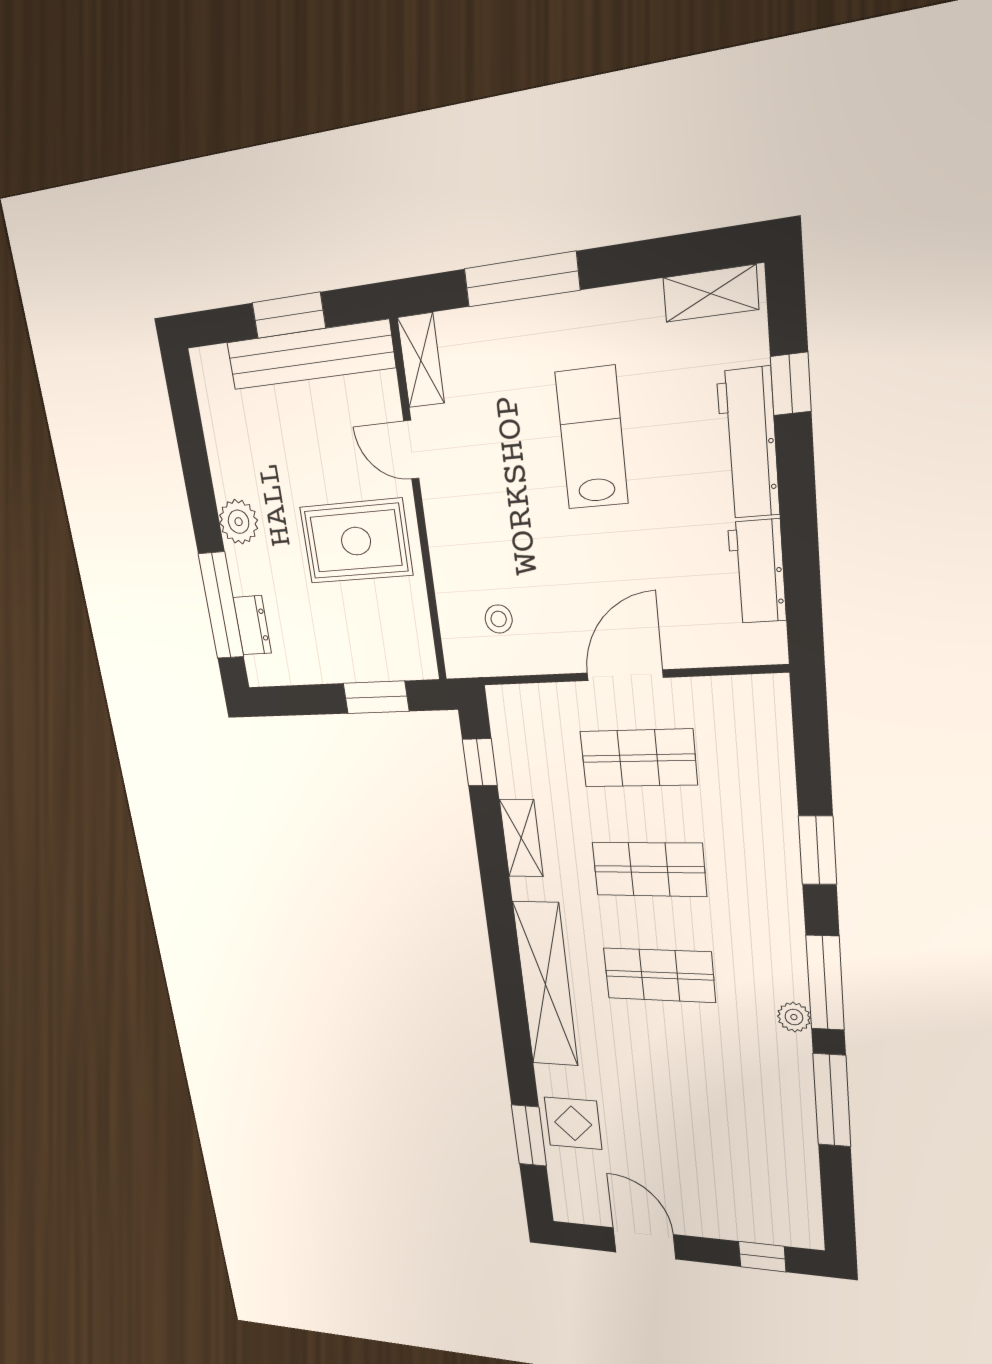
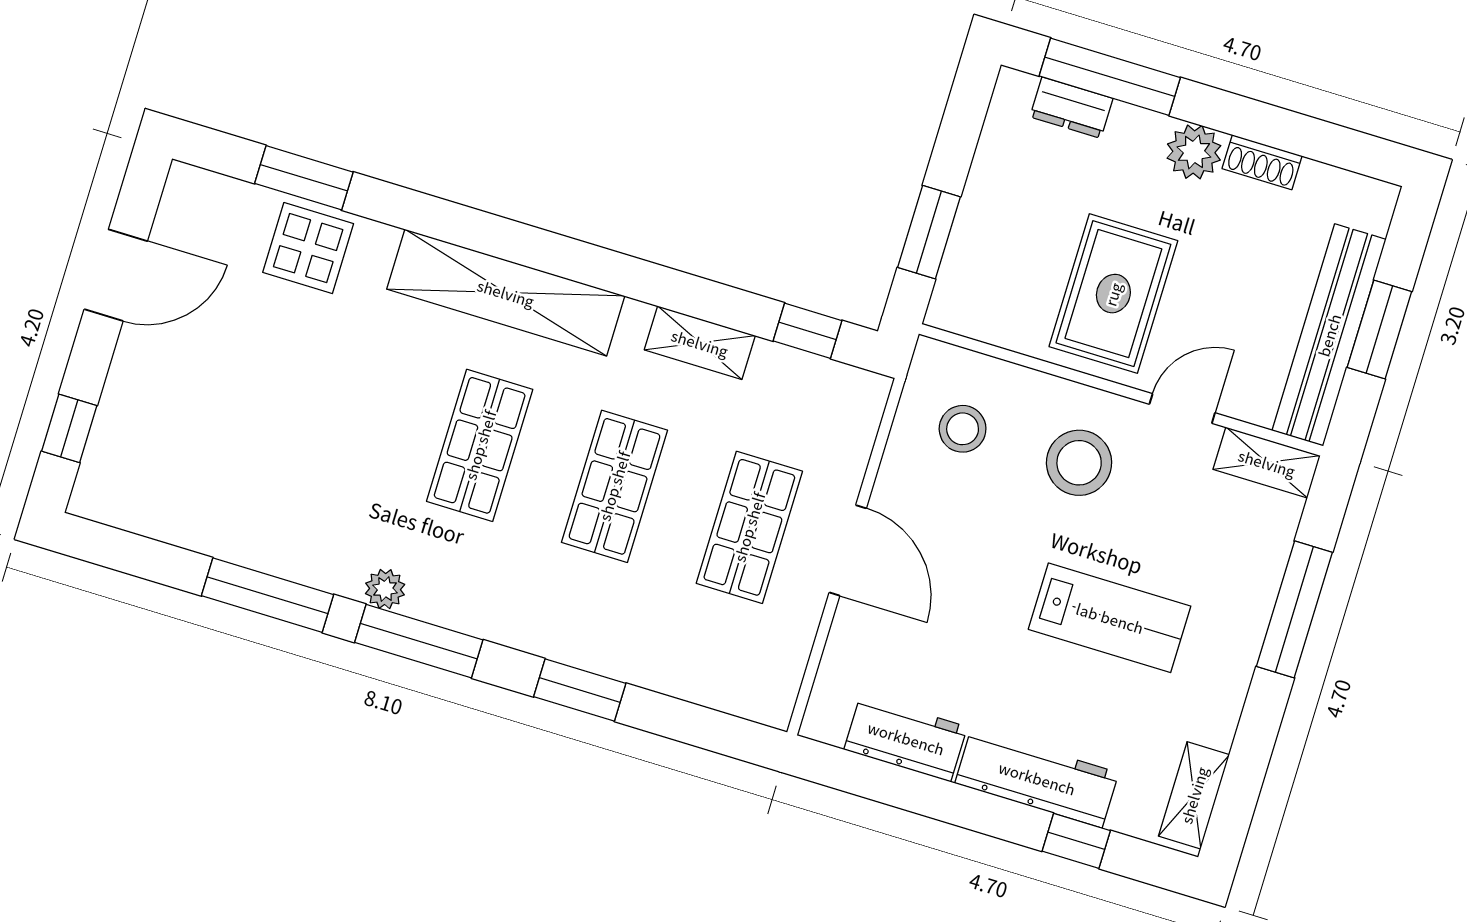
shoe rack: (222, 467) -> (1262, 162), added
stool: (485, 516) -> (1079, 463), added
stool: (499, 619) -> (963, 429), width x1.37, depth x1.37

